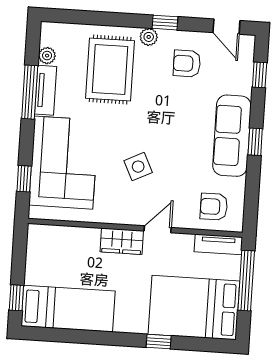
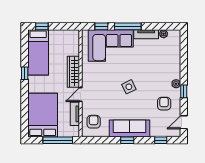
rug: (110, 70) -> (159, 66), removed
window: (30, 92) -> (128, 26), moved
side table: (138, 167) -> (129, 87), moved
door: (158, 229) -> (81, 94), swing flipped
wardrobe: (122, 241) -> (73, 72), width x1.50
tv unit: (218, 244) -> (75, 114), moved
window: (159, 342) -> (25, 73), moved

